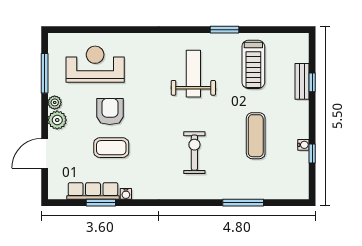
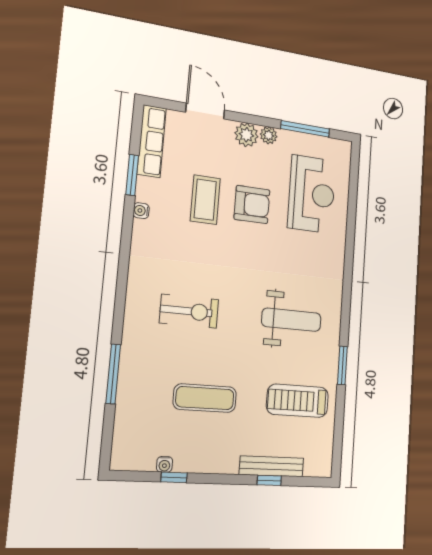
bench: (302, 81) -> (272, 466), width x1.36
water cooler: (303, 145) -> (164, 464), moved
row of seats: (93, 191) -> (152, 141), moved

